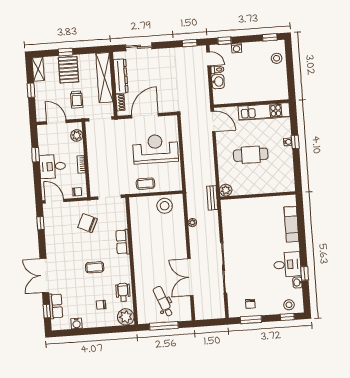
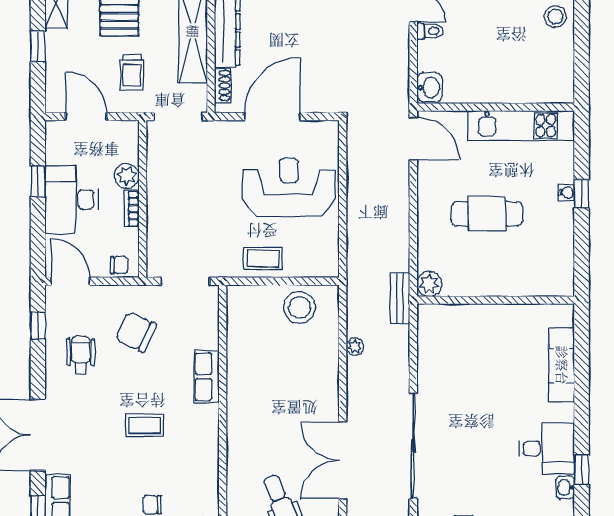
washbasin: (218, 82) -> (429, 87), moved
plant: (77, 135) -> (127, 176), moved
desk: (53, 166) -> (71, 199), width x1.37
wheelchair: (123, 292) -> (81, 355), moved

